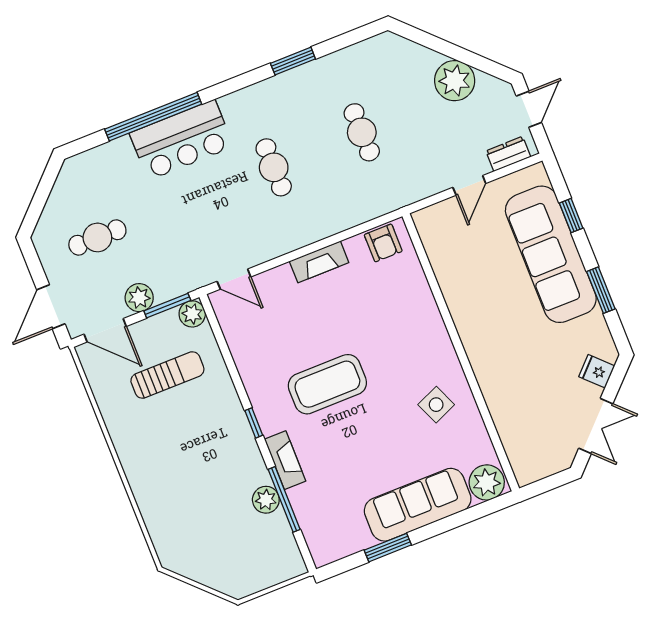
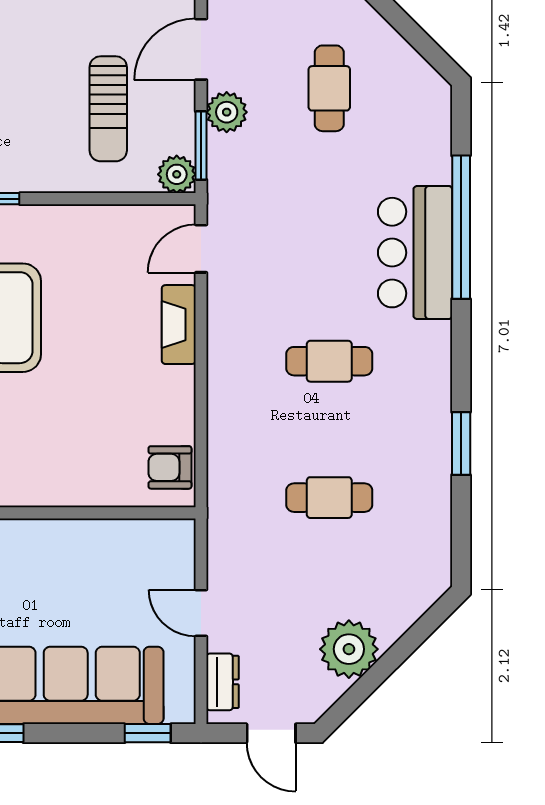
window: (571, 216) -> (148, 733), moved
fireplace: (319, 262) -> (179, 325), moved

